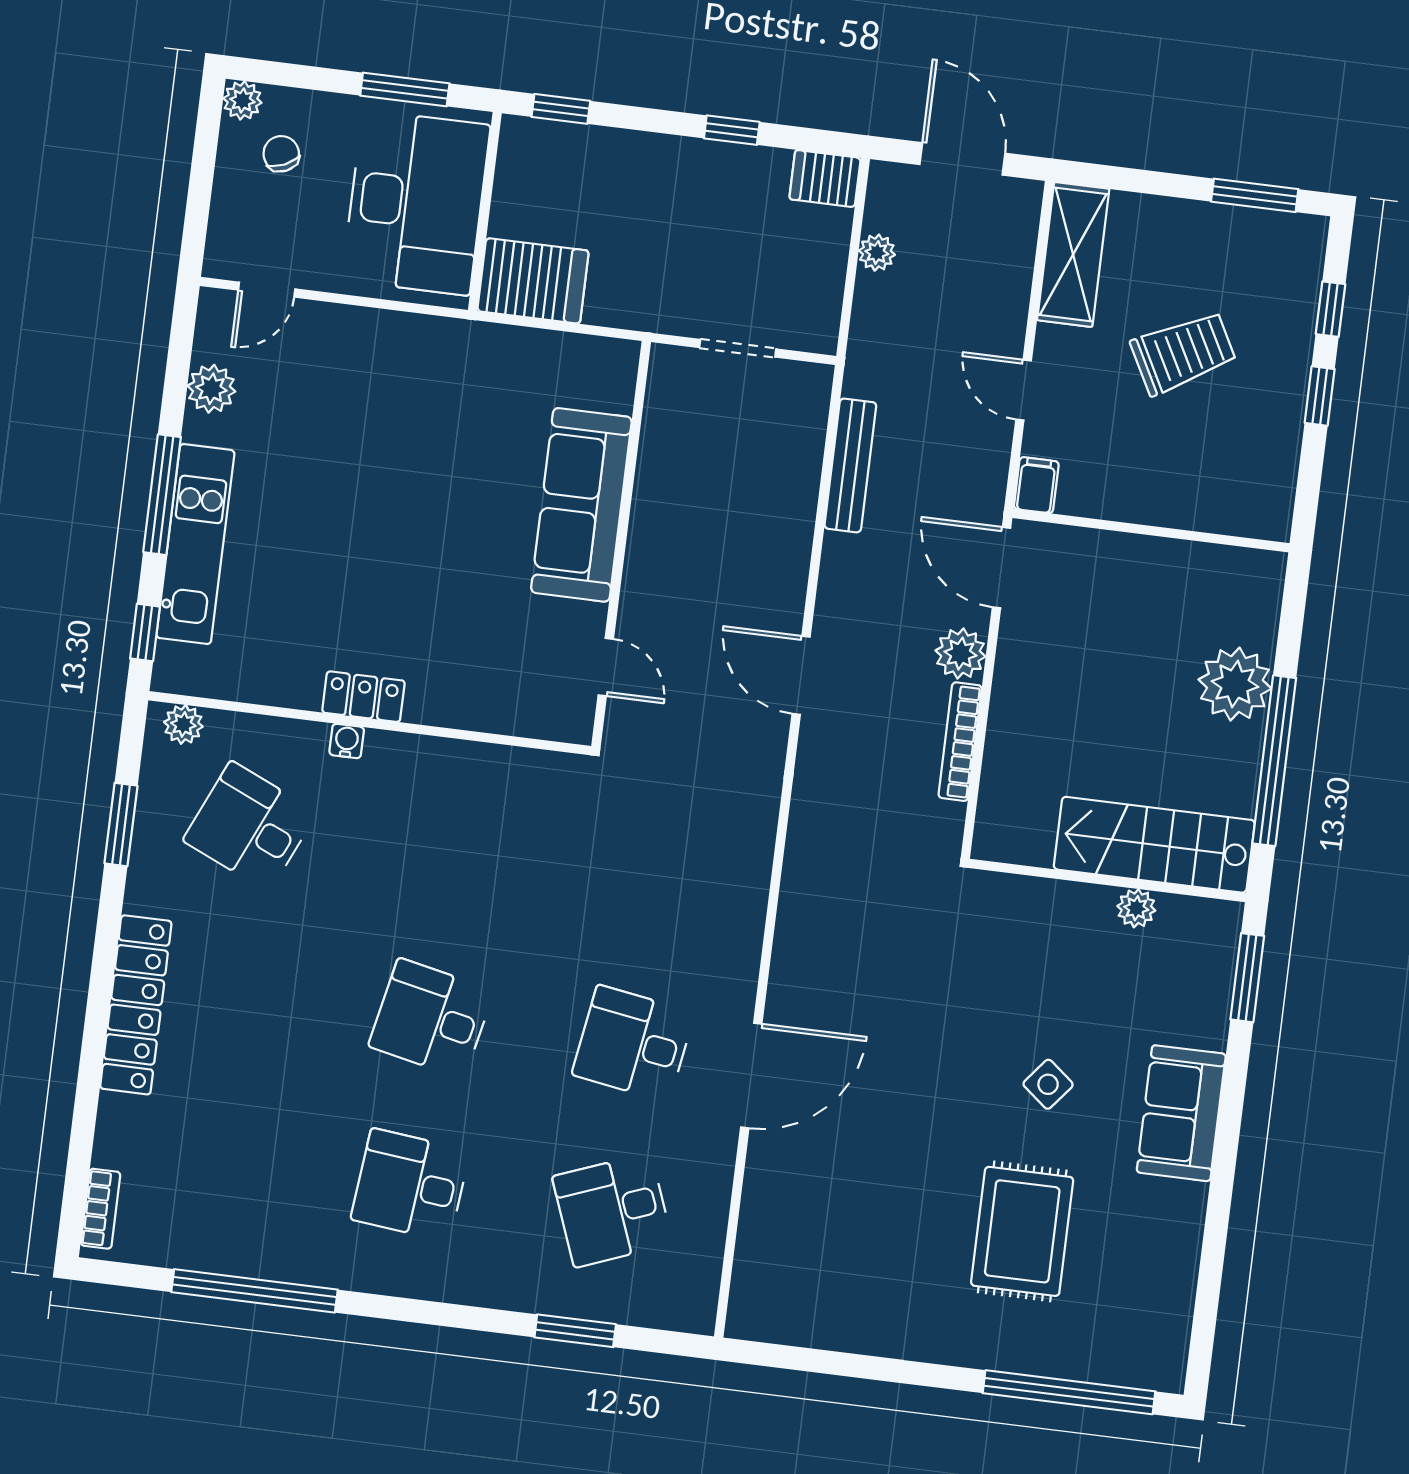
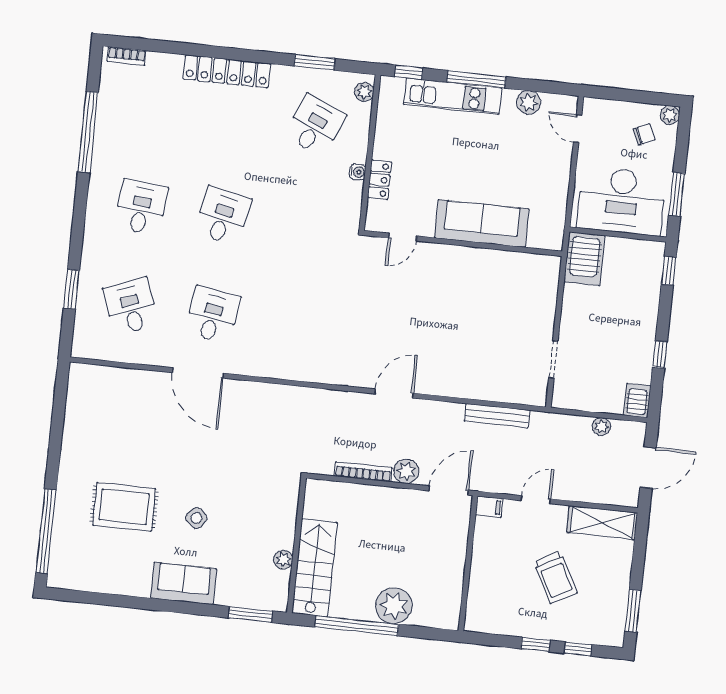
sofa: (581, 505) -> (482, 224), moved
wall: (621, 544) -> (463, 243), moved
door: (606, 667) -> (403, 237), moved

